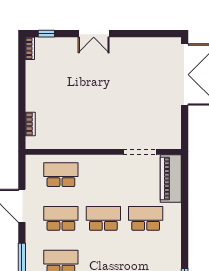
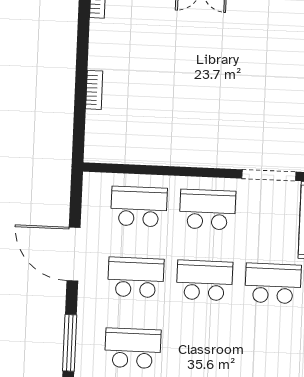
bookcase: (30, 124) -> (94, 90), moved
school desk: (103, 175) -> (208, 210), added

